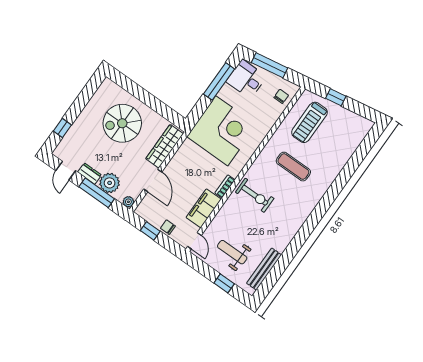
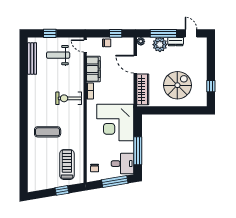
window: (62, 128) -> (211, 86), moved
exercise mat: (293, 167) -> (48, 132), moved
weight bench: (232, 252) -> (58, 55), turned 180

